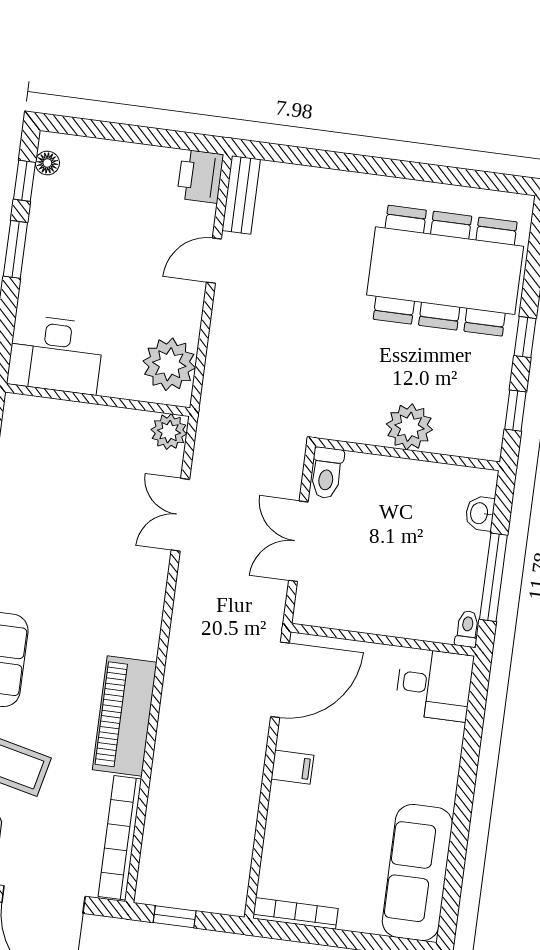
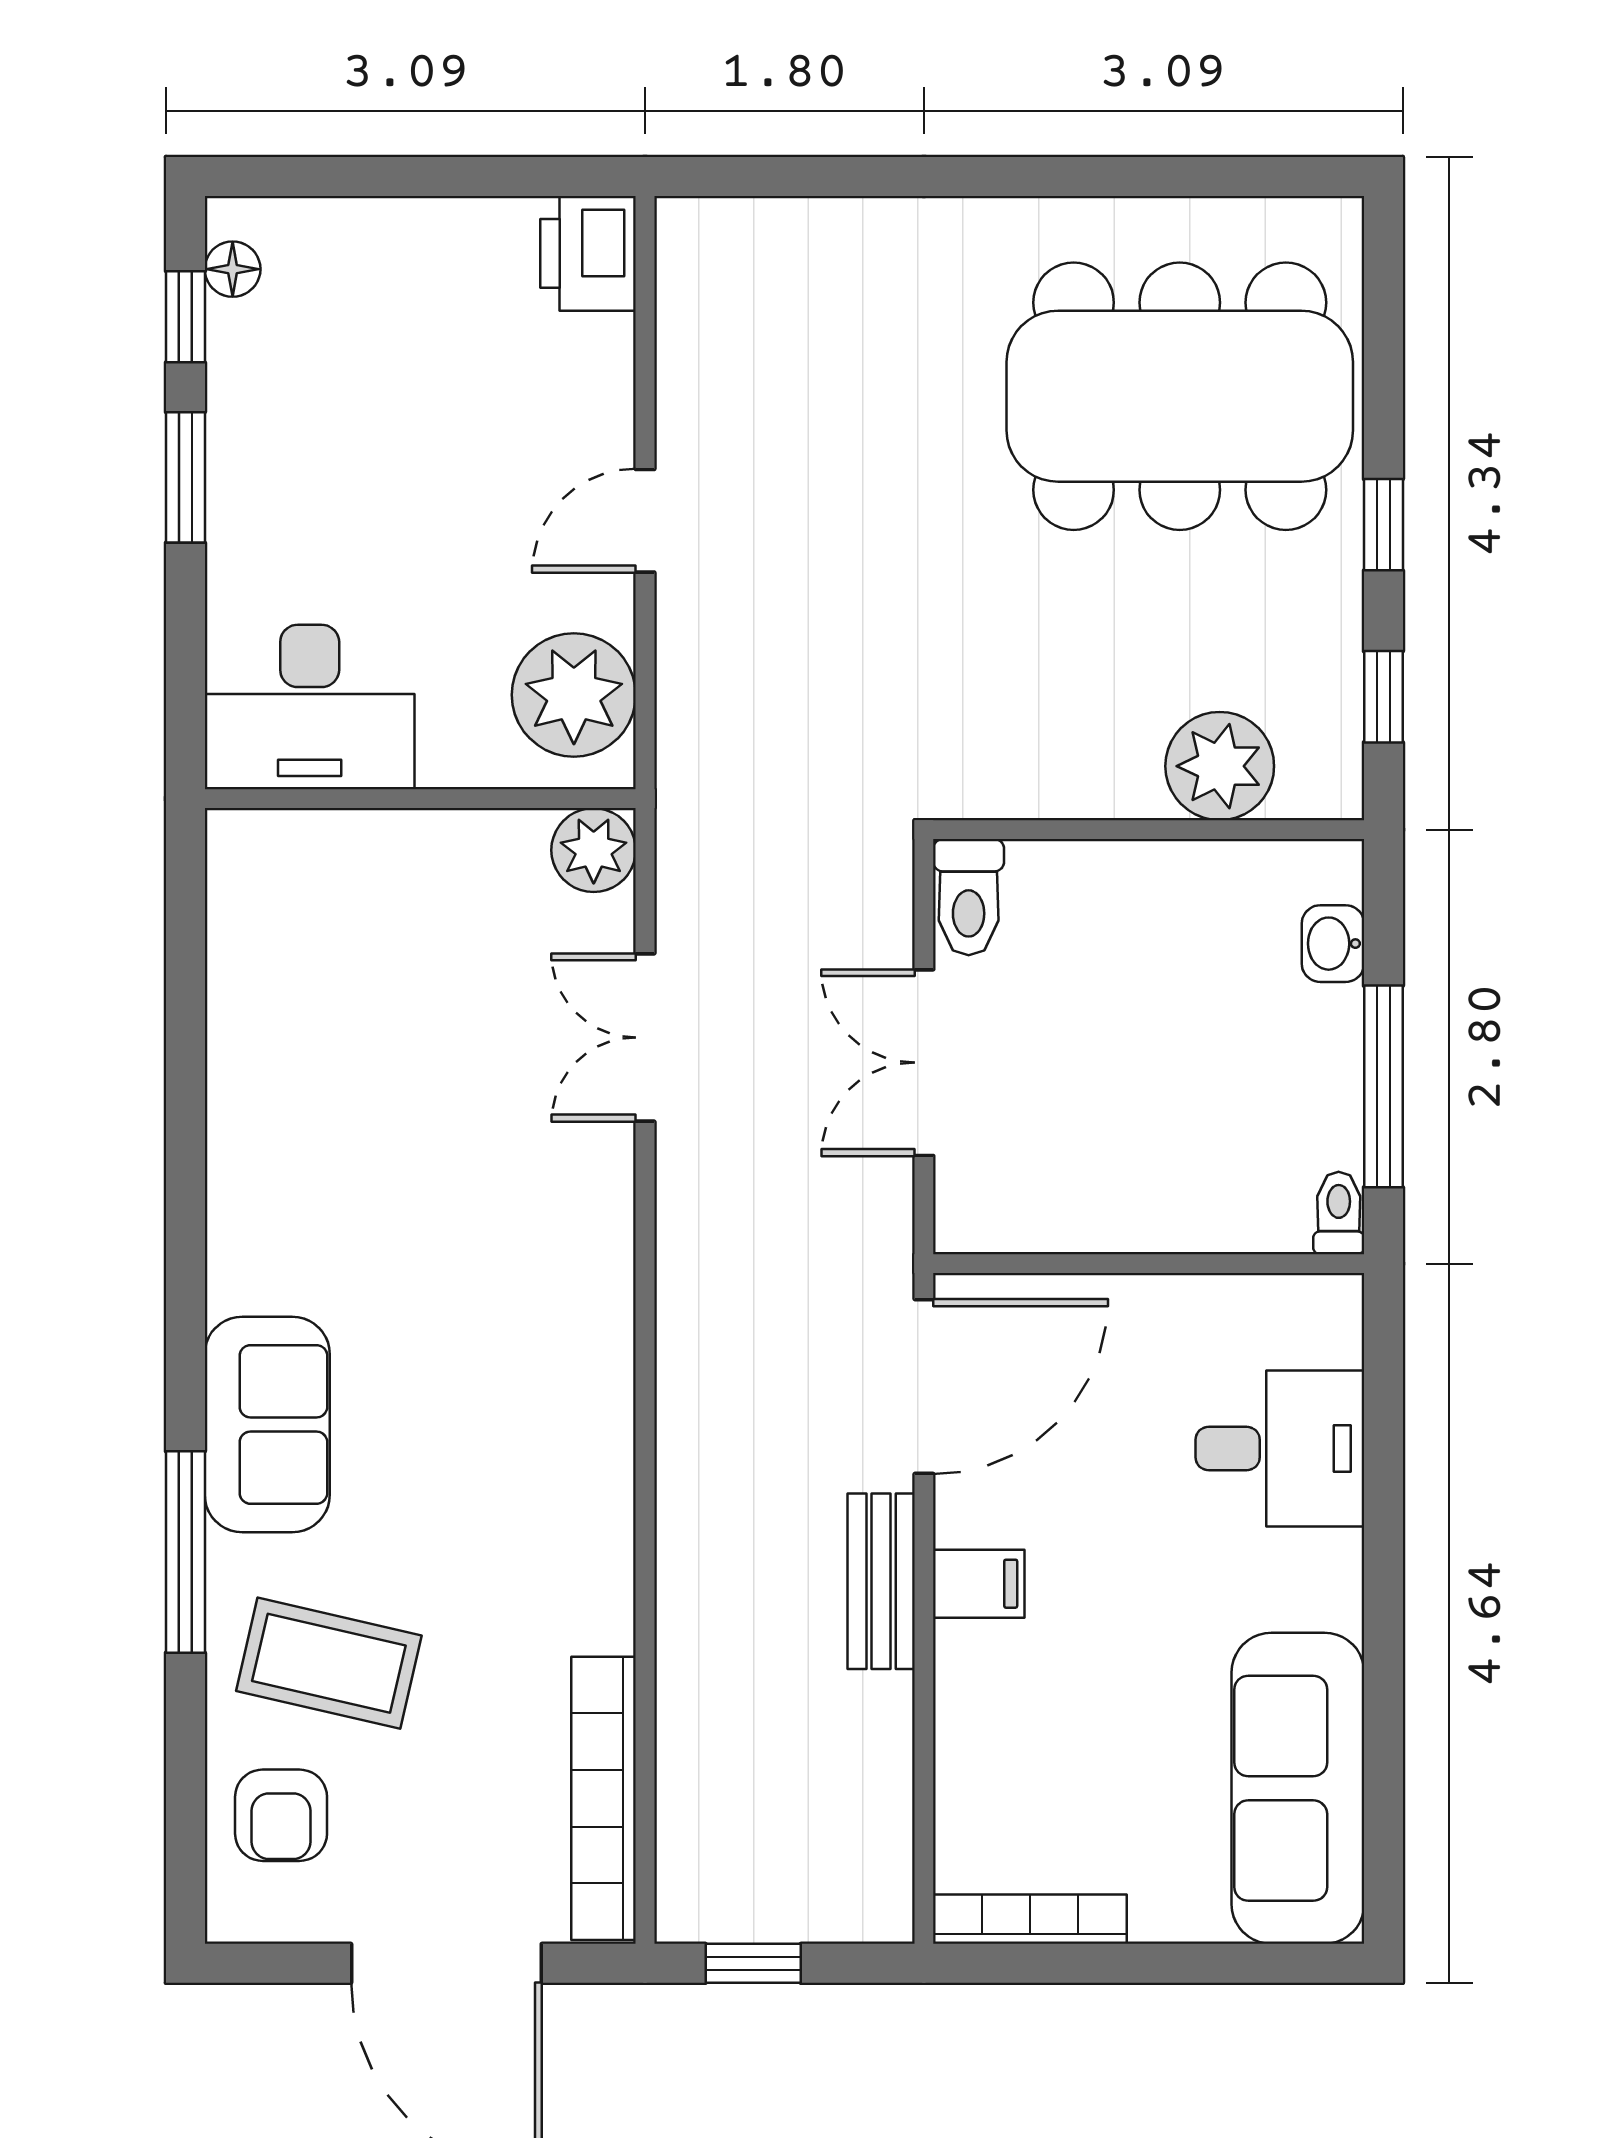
bench: (241, 195) -> (881, 1581), moved
door: (214, 261) -> (645, 521), moved
plant: (409, 427) -> (1220, 766), moved
desk: (434, 685) -> (1280, 1448), moved
piano: (125, 716) -> (578, 1517), removed

